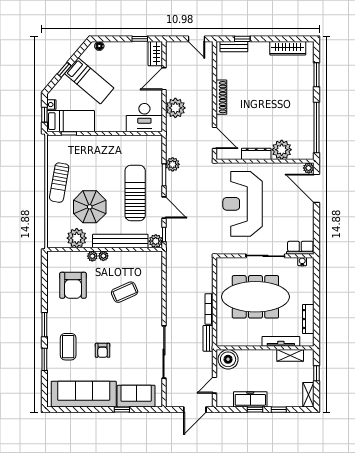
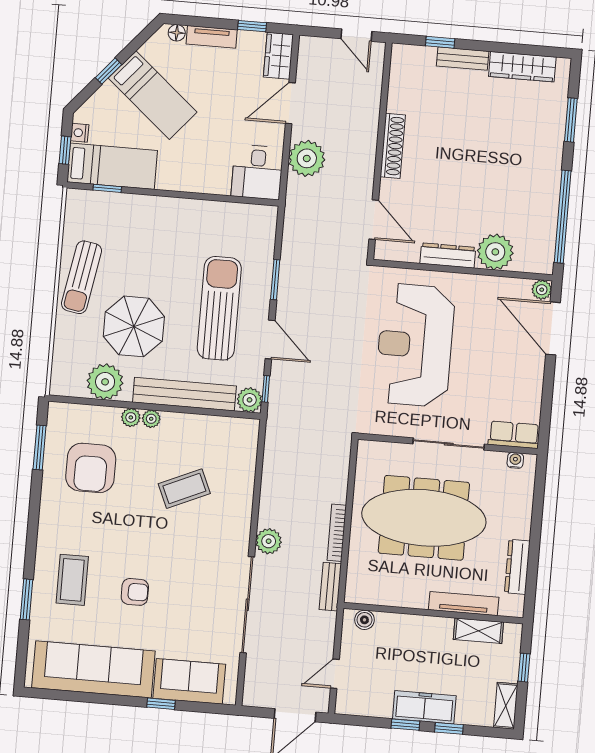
tv unit: (118, 47) -> (212, 37), added
bench: (234, 47) -> (463, 59), moved
desk: (144, 118) -> (257, 172), width x0.73
plant: (173, 164) -> (269, 541), moved
window: (44, 325) -> (40, 448), moved
armchair: (103, 350) -> (135, 592), turned -90
boiler: (228, 359) -> (364, 620), width x0.54, depth x0.54
freezer: (250, 399) -> (424, 707), moved

